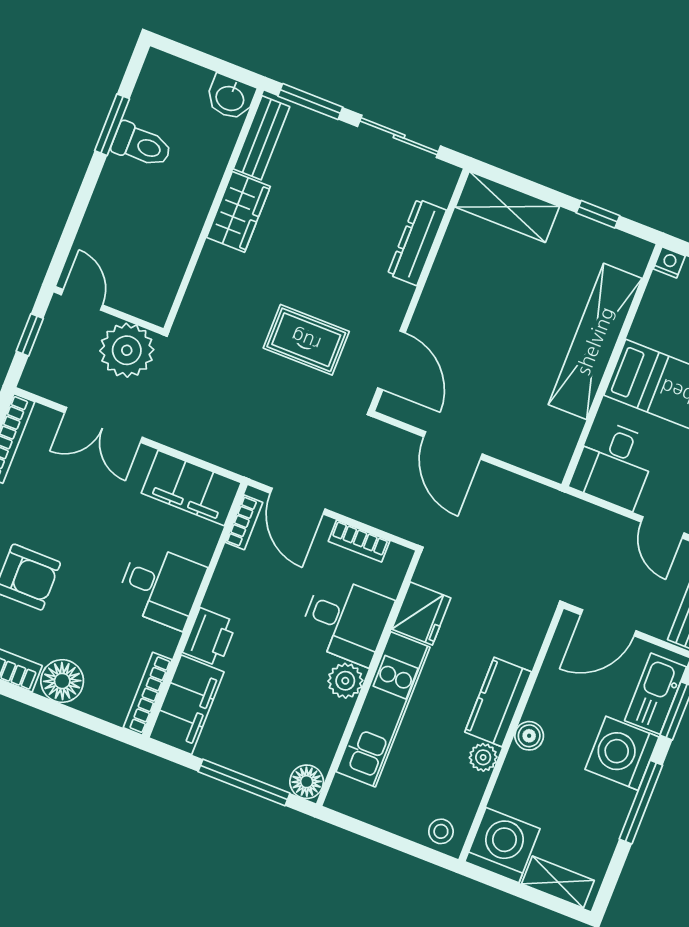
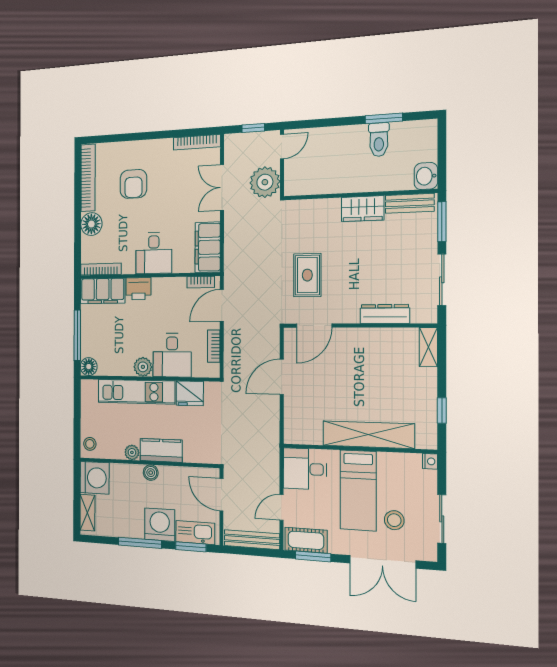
shelving: (507, 207) -> (428, 347), width x0.67, depth x0.75

